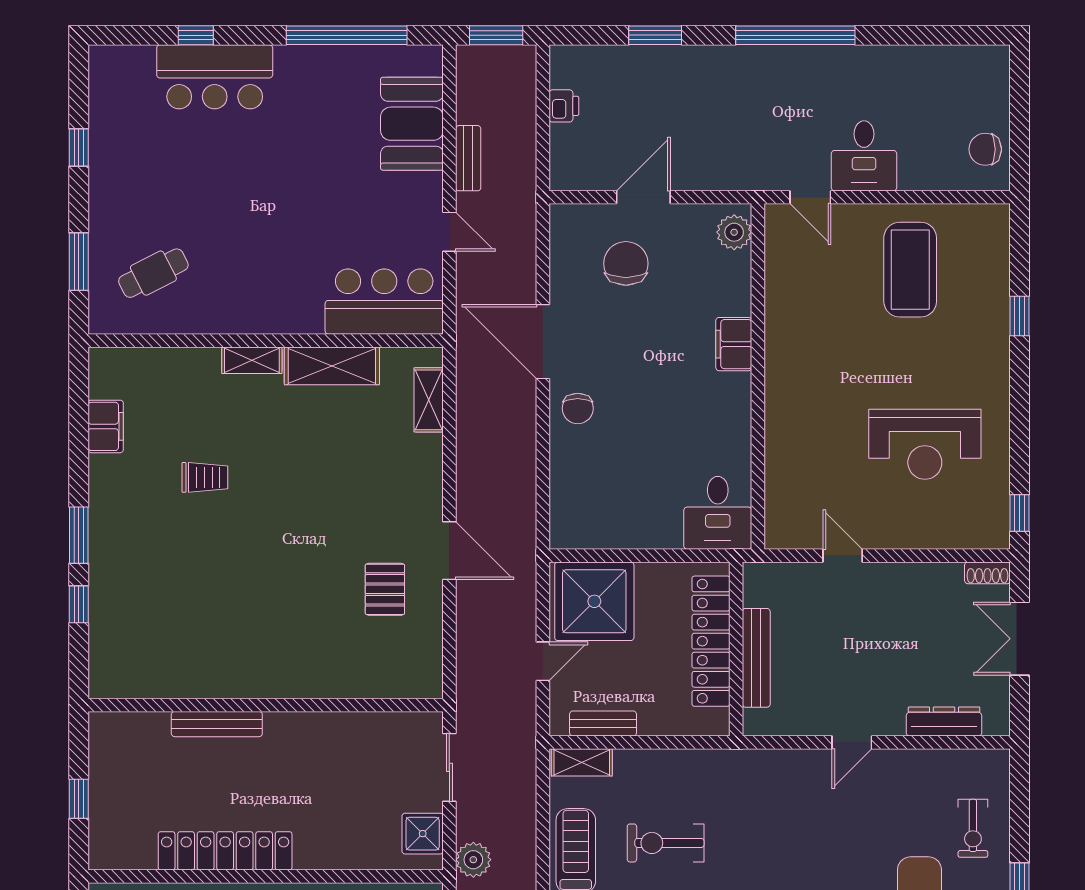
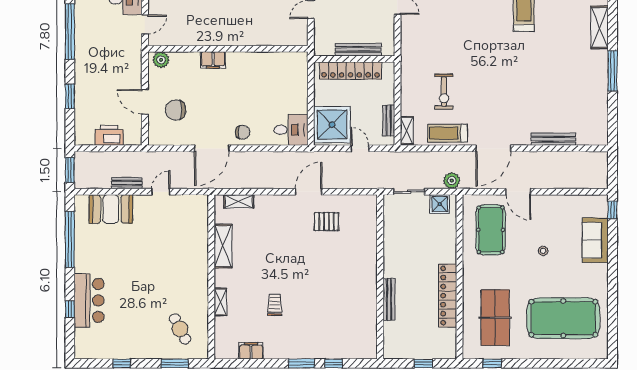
printer: (564, 106) -> (109, 135), width x1.87, depth x1.48
bar counter: (384, 302) -> (193, 222), removed
shelving: (252, 360) -> (220, 302), moved
desk: (718, 513) -> (291, 130), moved

